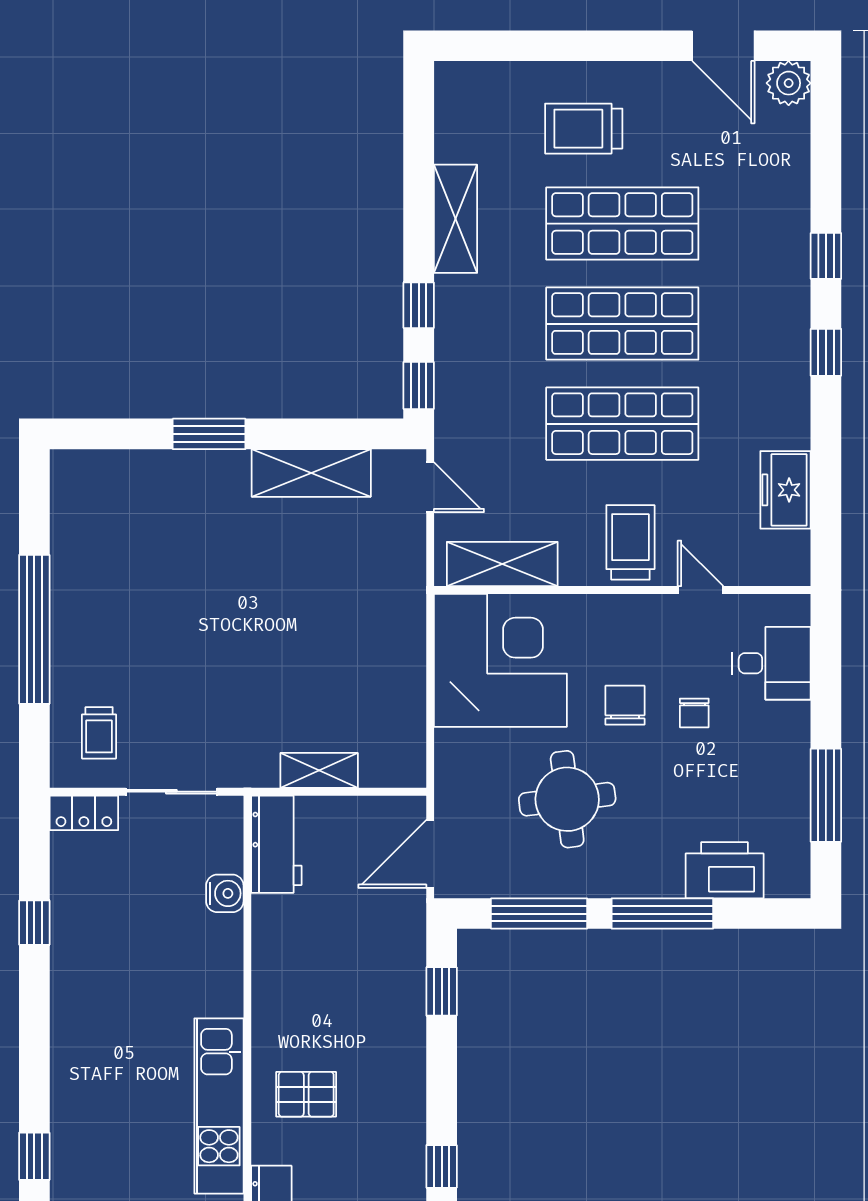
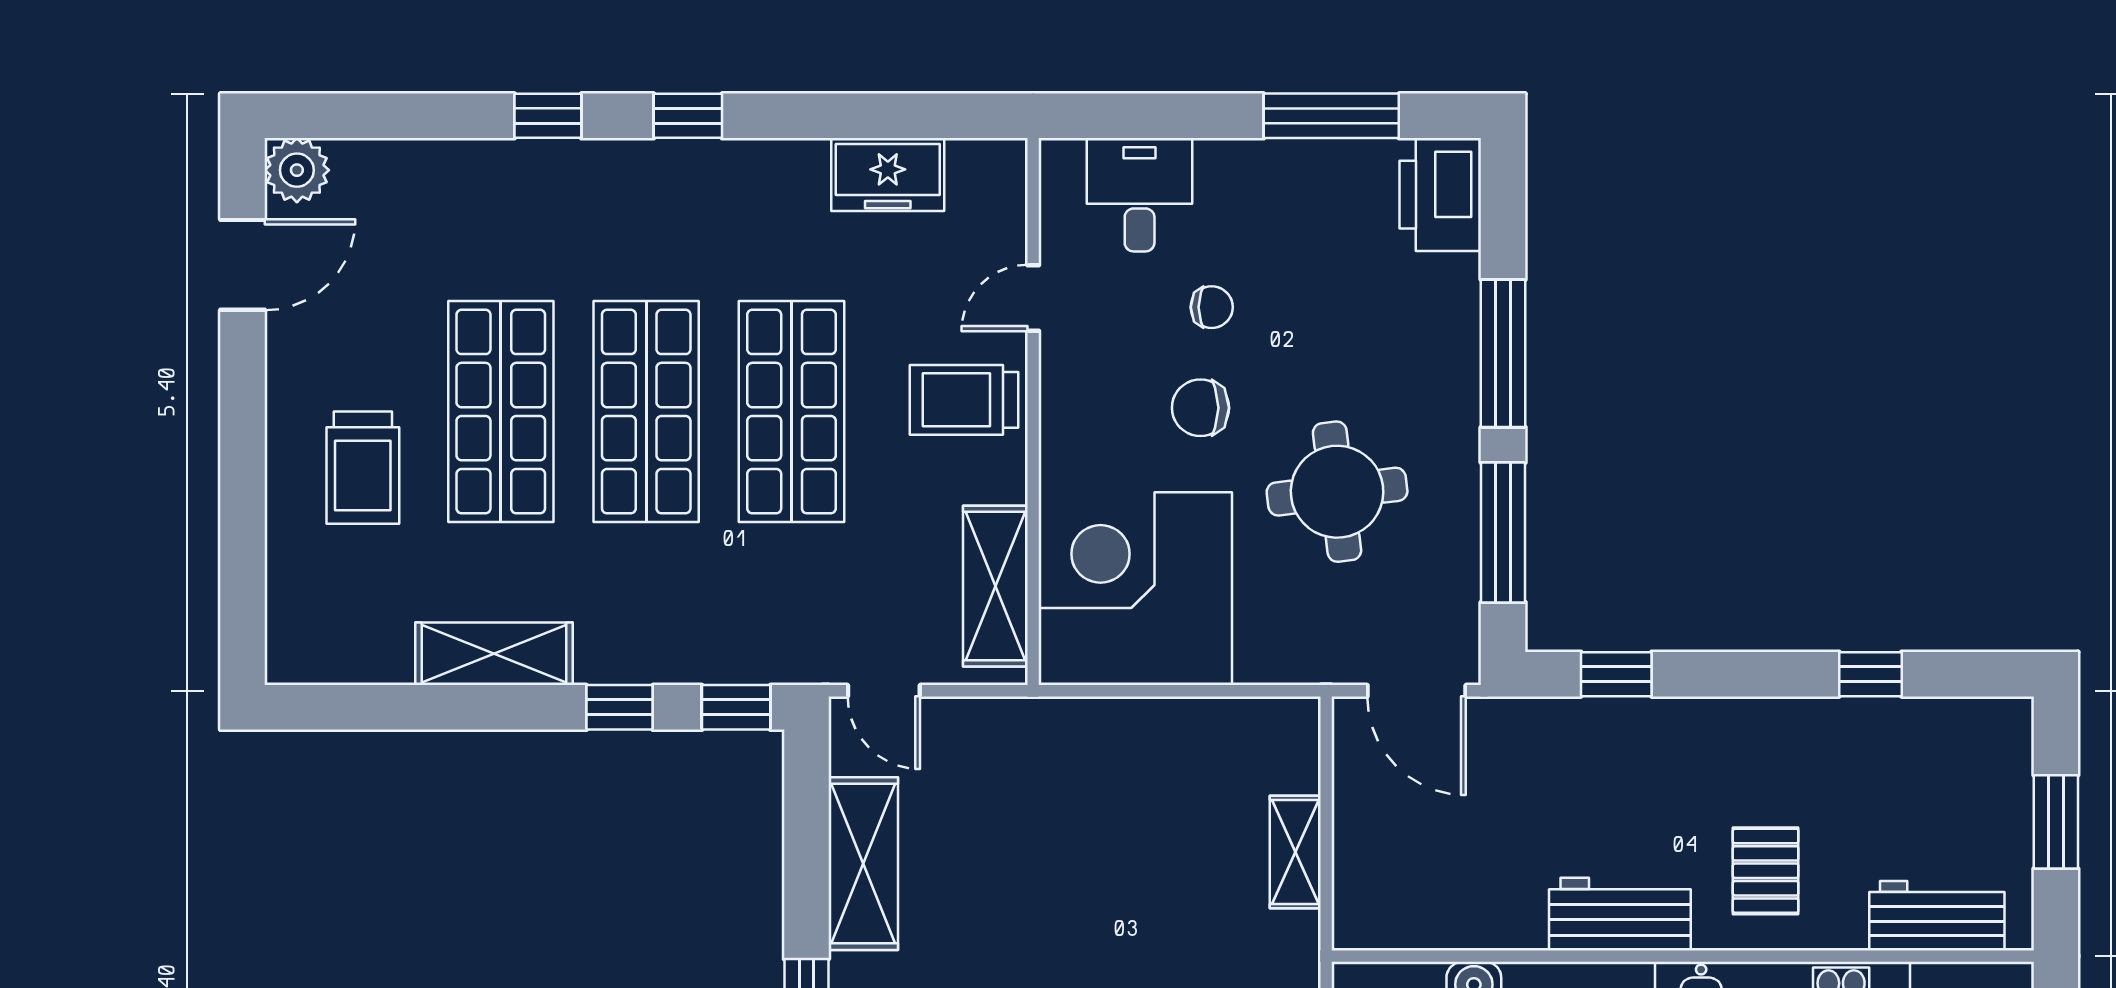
door: (430, 487) -> (884, 691), swing flipped
workbench: (276, 844) -> (1620, 914), moved
printer: (725, 870) -> (1440, 195), moved

